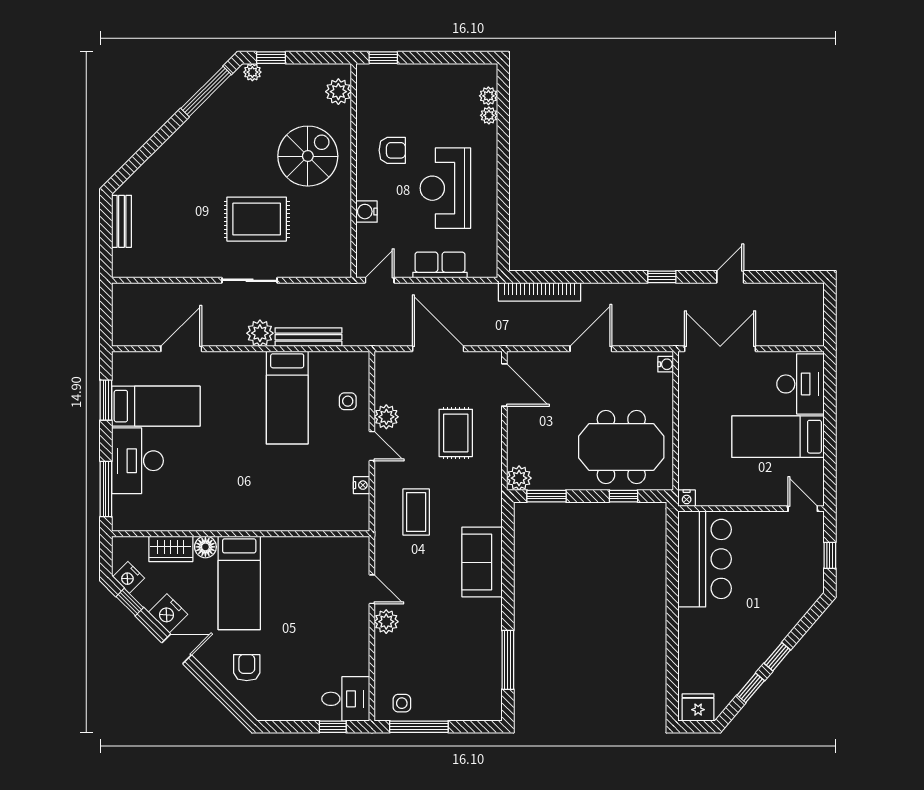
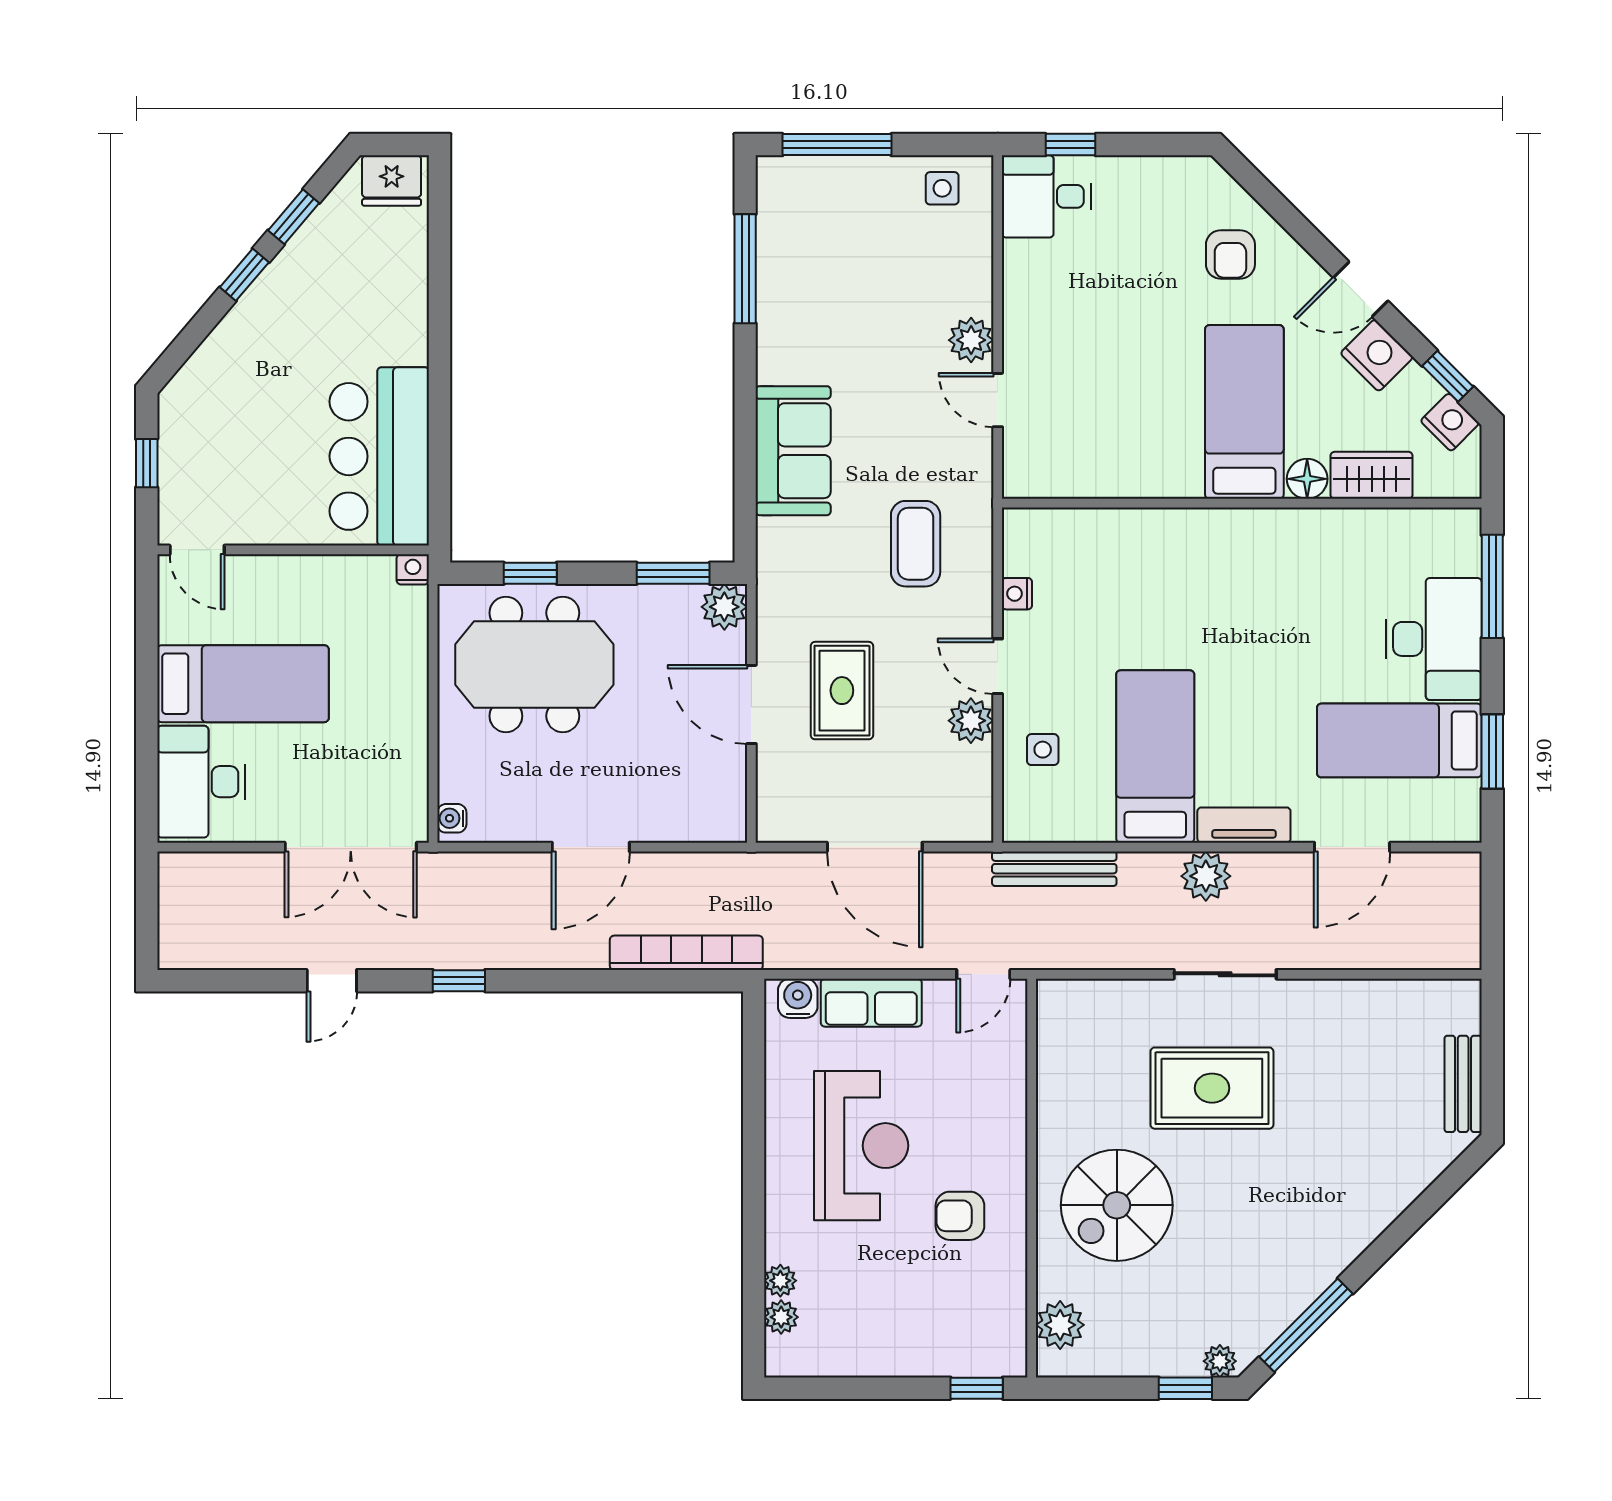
water cooler: (367, 212) -> (798, 998), moved, turned -90
bench: (309, 337) -> (1054, 869), moved
tv unit: (239, 361) -> (1244, 825), added
door: (504, 385) -> (751, 704), moved
window: (419, 727) -> (837, 145), moved

